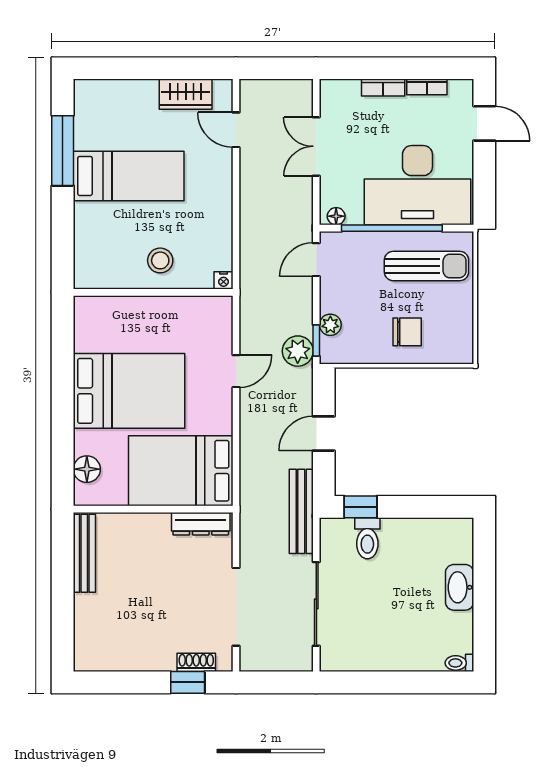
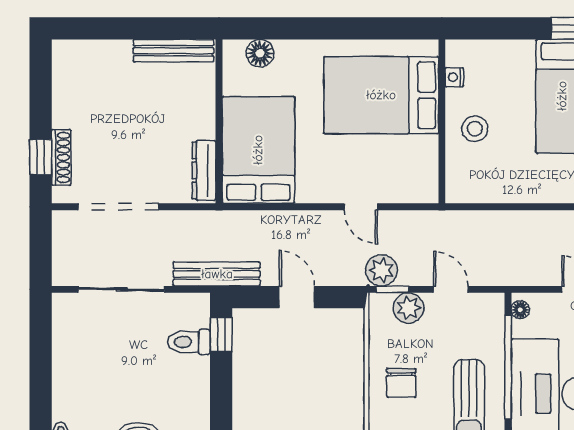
door: (316, 260) -> (451, 289), moved
nightstand: (223, 280) -> (454, 77), moved
plant: (330, 325) -> (409, 308), width x1.38, depth x1.38
bed: (129, 391) -> (381, 95), moved, turned 90
shoe rack: (196, 662) -> (61, 157), width x1.43

